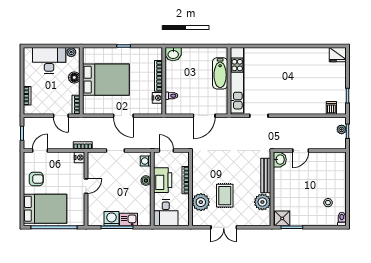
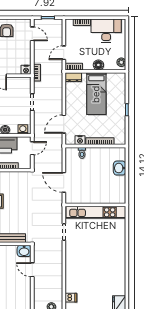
washbasin: (173, 54) -> (120, 168), moved
desk: (49, 60) -> (106, 31), moved, turned -90
bathtub: (220, 73) -> (102, 197), removed
bed: (106, 80) -> (96, 94), width x0.67
dresser: (88, 105) -> (73, 77), added
door: (123, 116) -> (64, 124), moved

